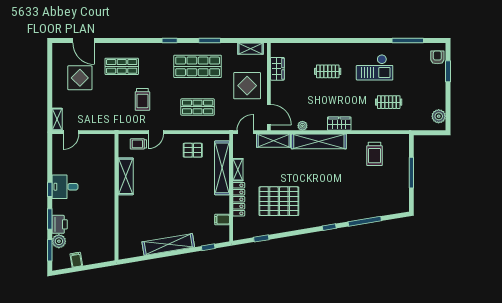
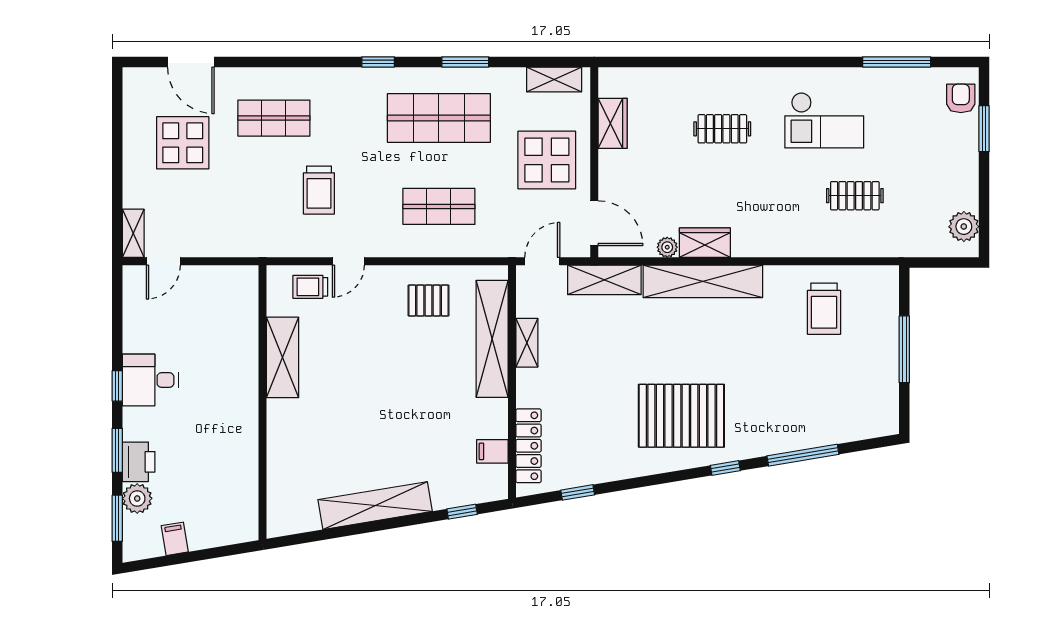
wardrobe: (339, 124) -> (705, 243), moved
locker: (239, 199) -> (529, 446), moved
pallet: (279, 201) -> (681, 416), moved

